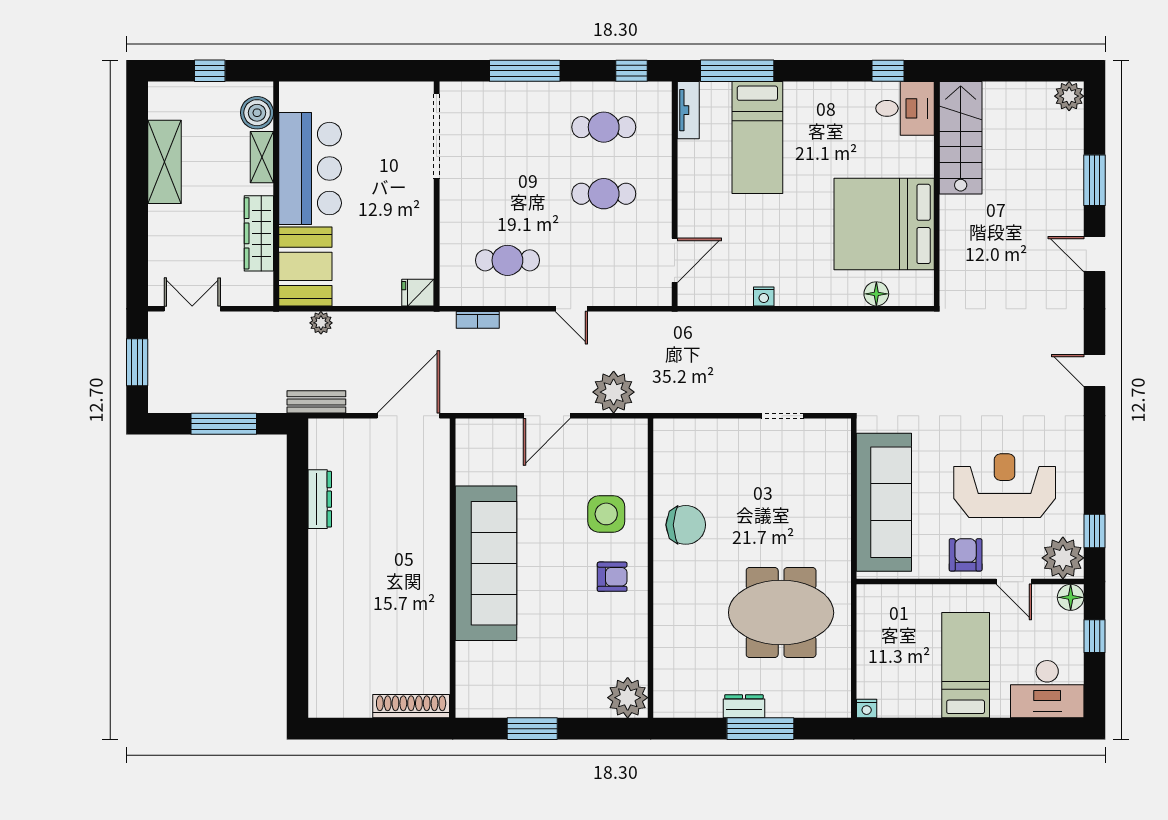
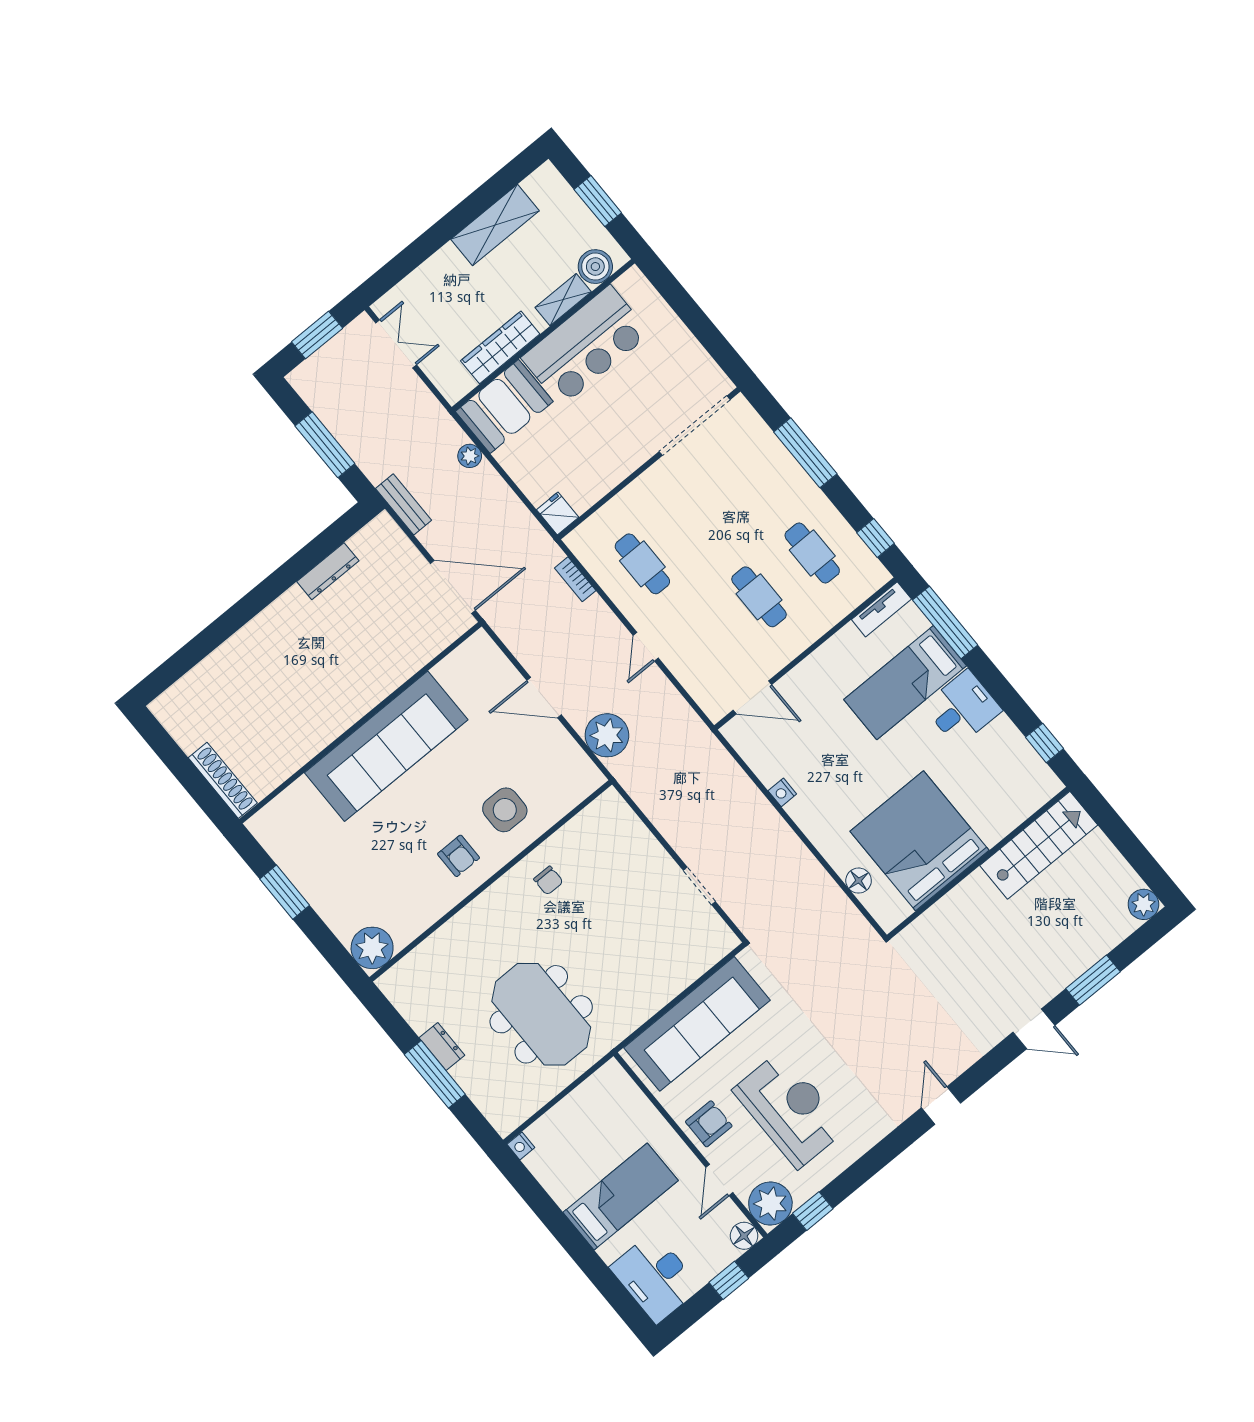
window: (210, 71) -> (598, 201), width x1.50
desk: (905, 108) -> (962, 708), moved, turned -90
door: (1094, 254) -> (1034, 1029), swing flipped
chair: (686, 525) -> (548, 881), width x0.54, depth x0.54

